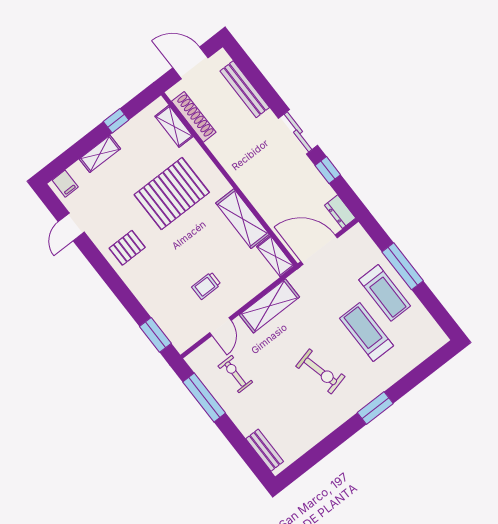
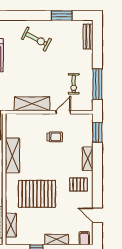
door: (71, 227) -> (97, 215), swing flipped
shelving: (275, 256) -> (88, 159), moved
exercise bike: (320, 371) -> (36, 39), moved, turned 131
window: (375, 408) -> (62, 15), moved

